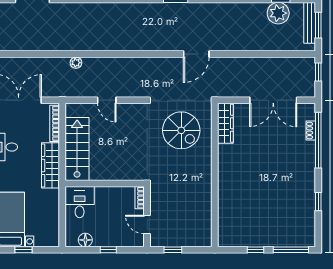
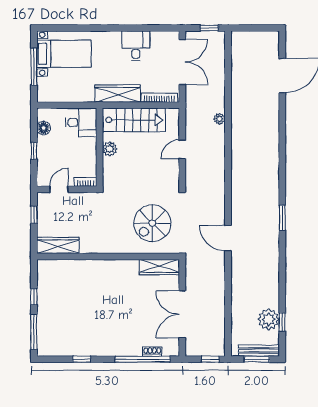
plant: (106, 173) -> (110, 149), added
wardrobe: (204, 226) -> (58, 245), added
window: (23, 250) -> (34, 67), width x2.17

